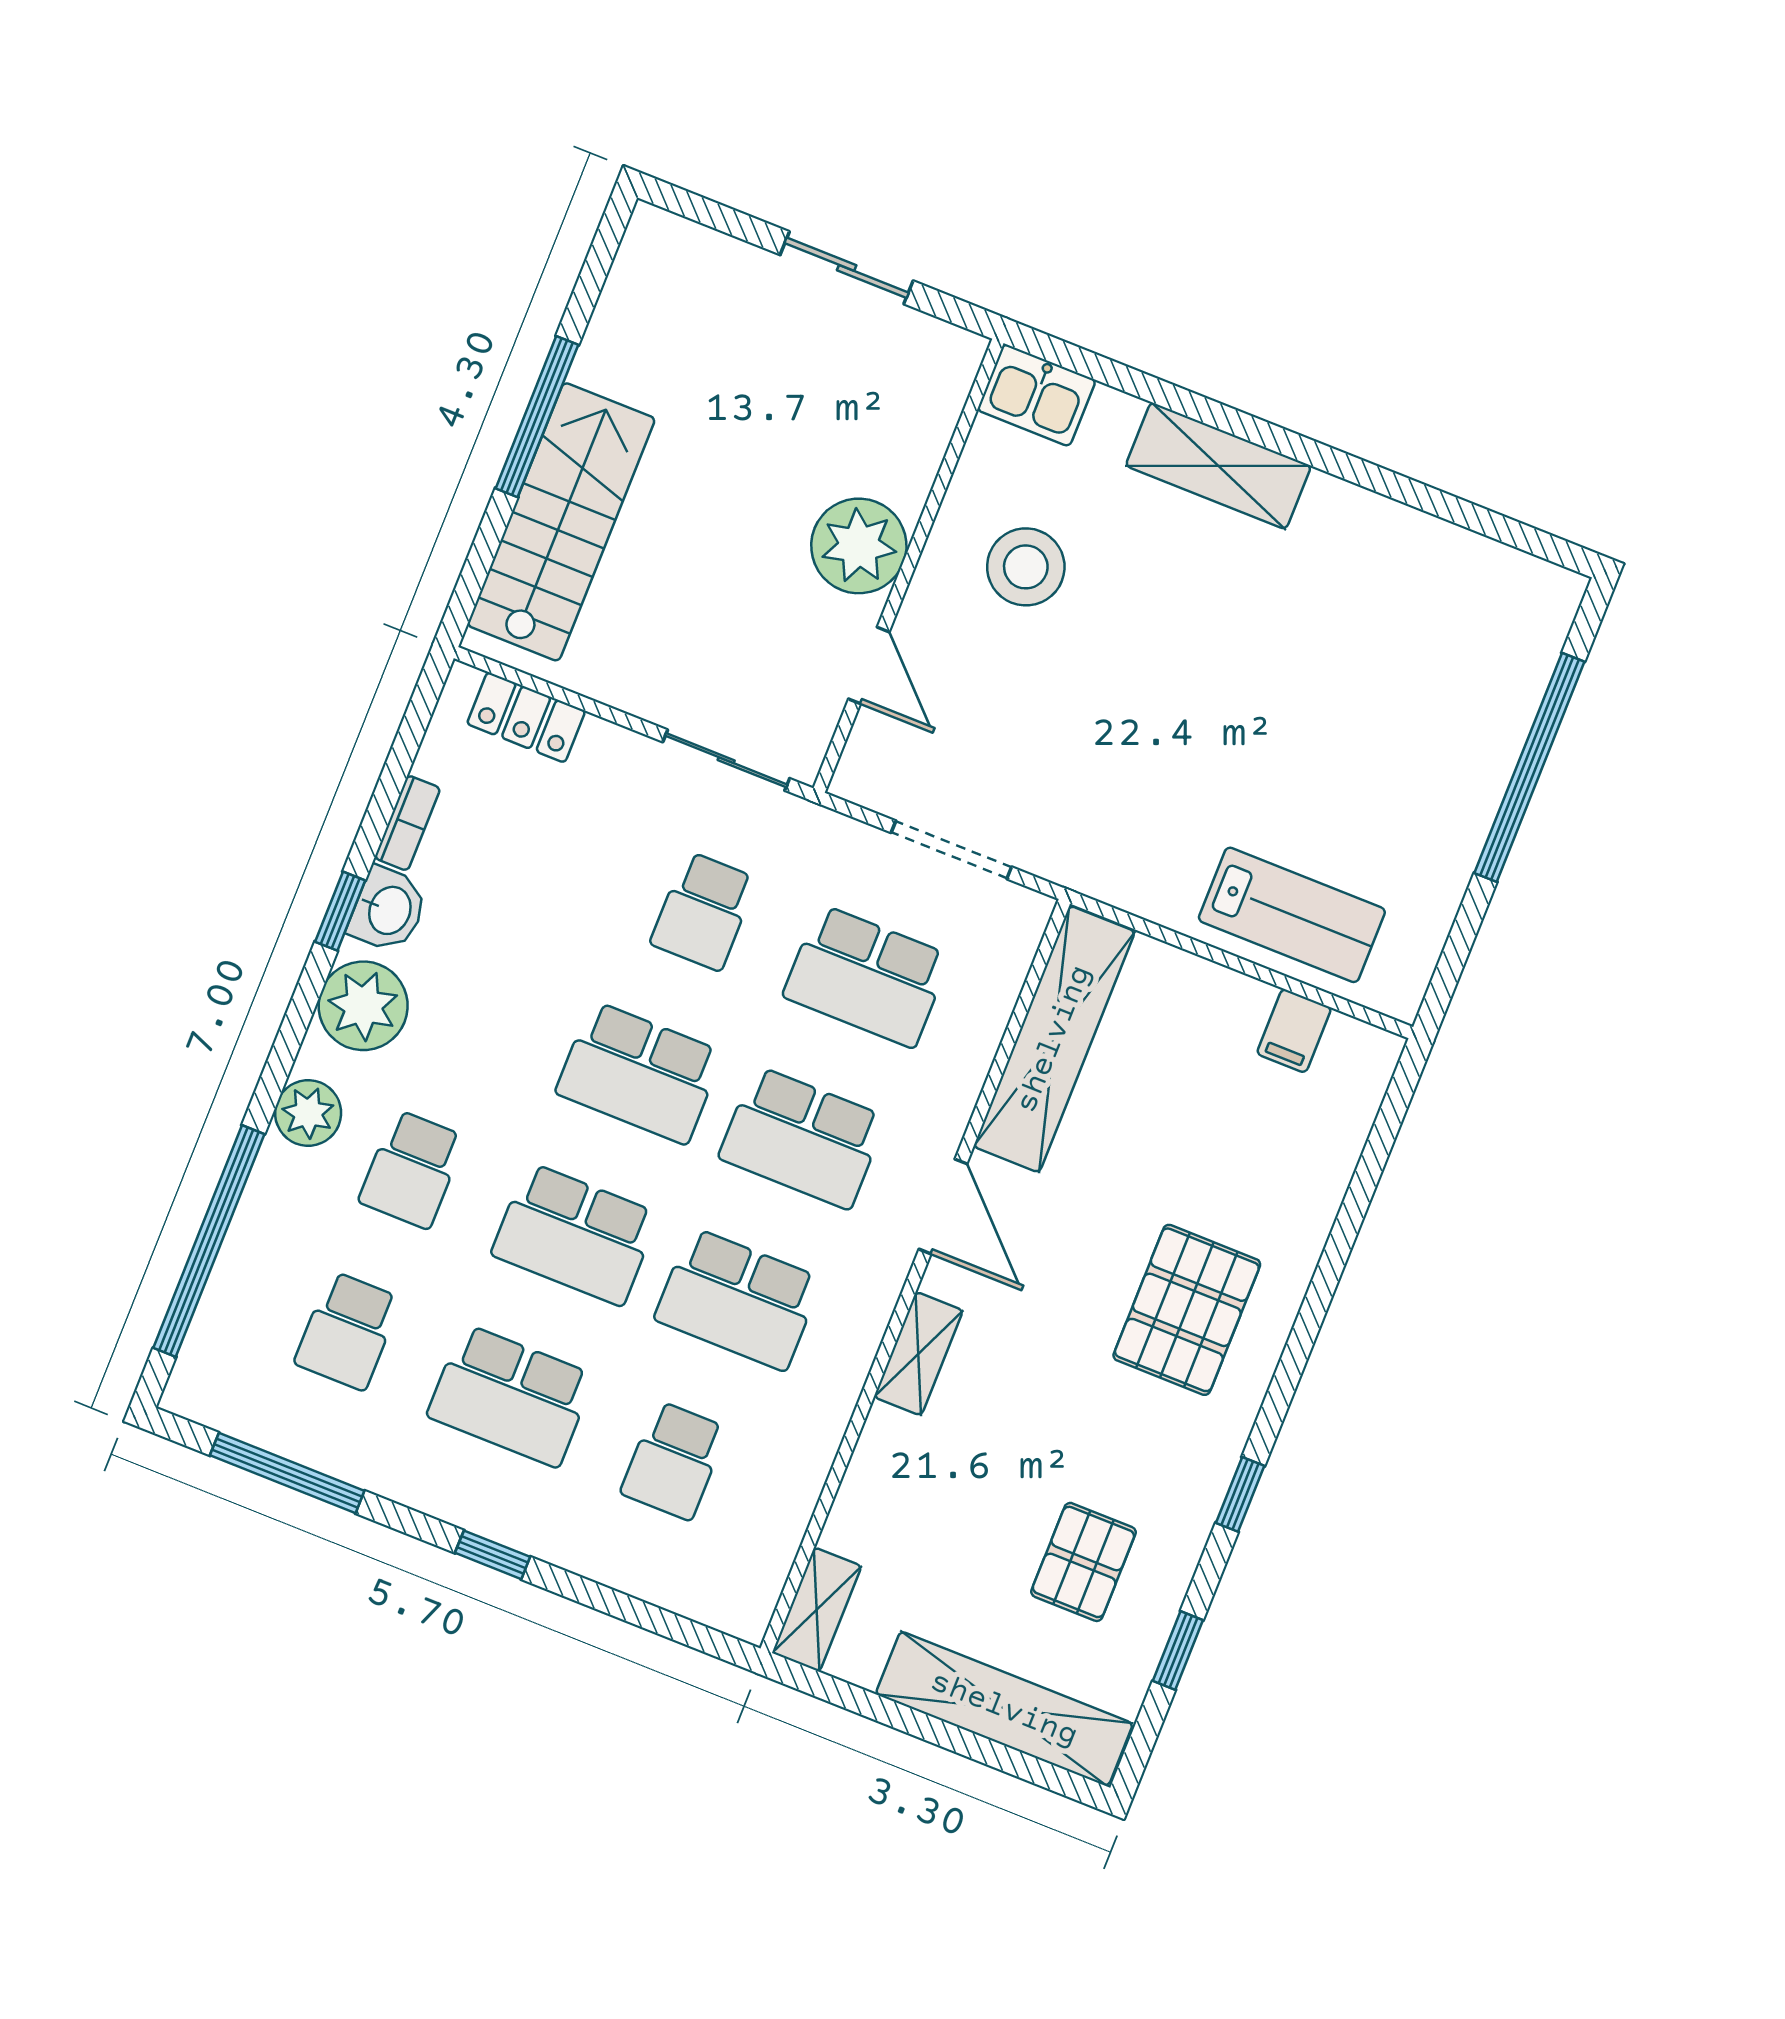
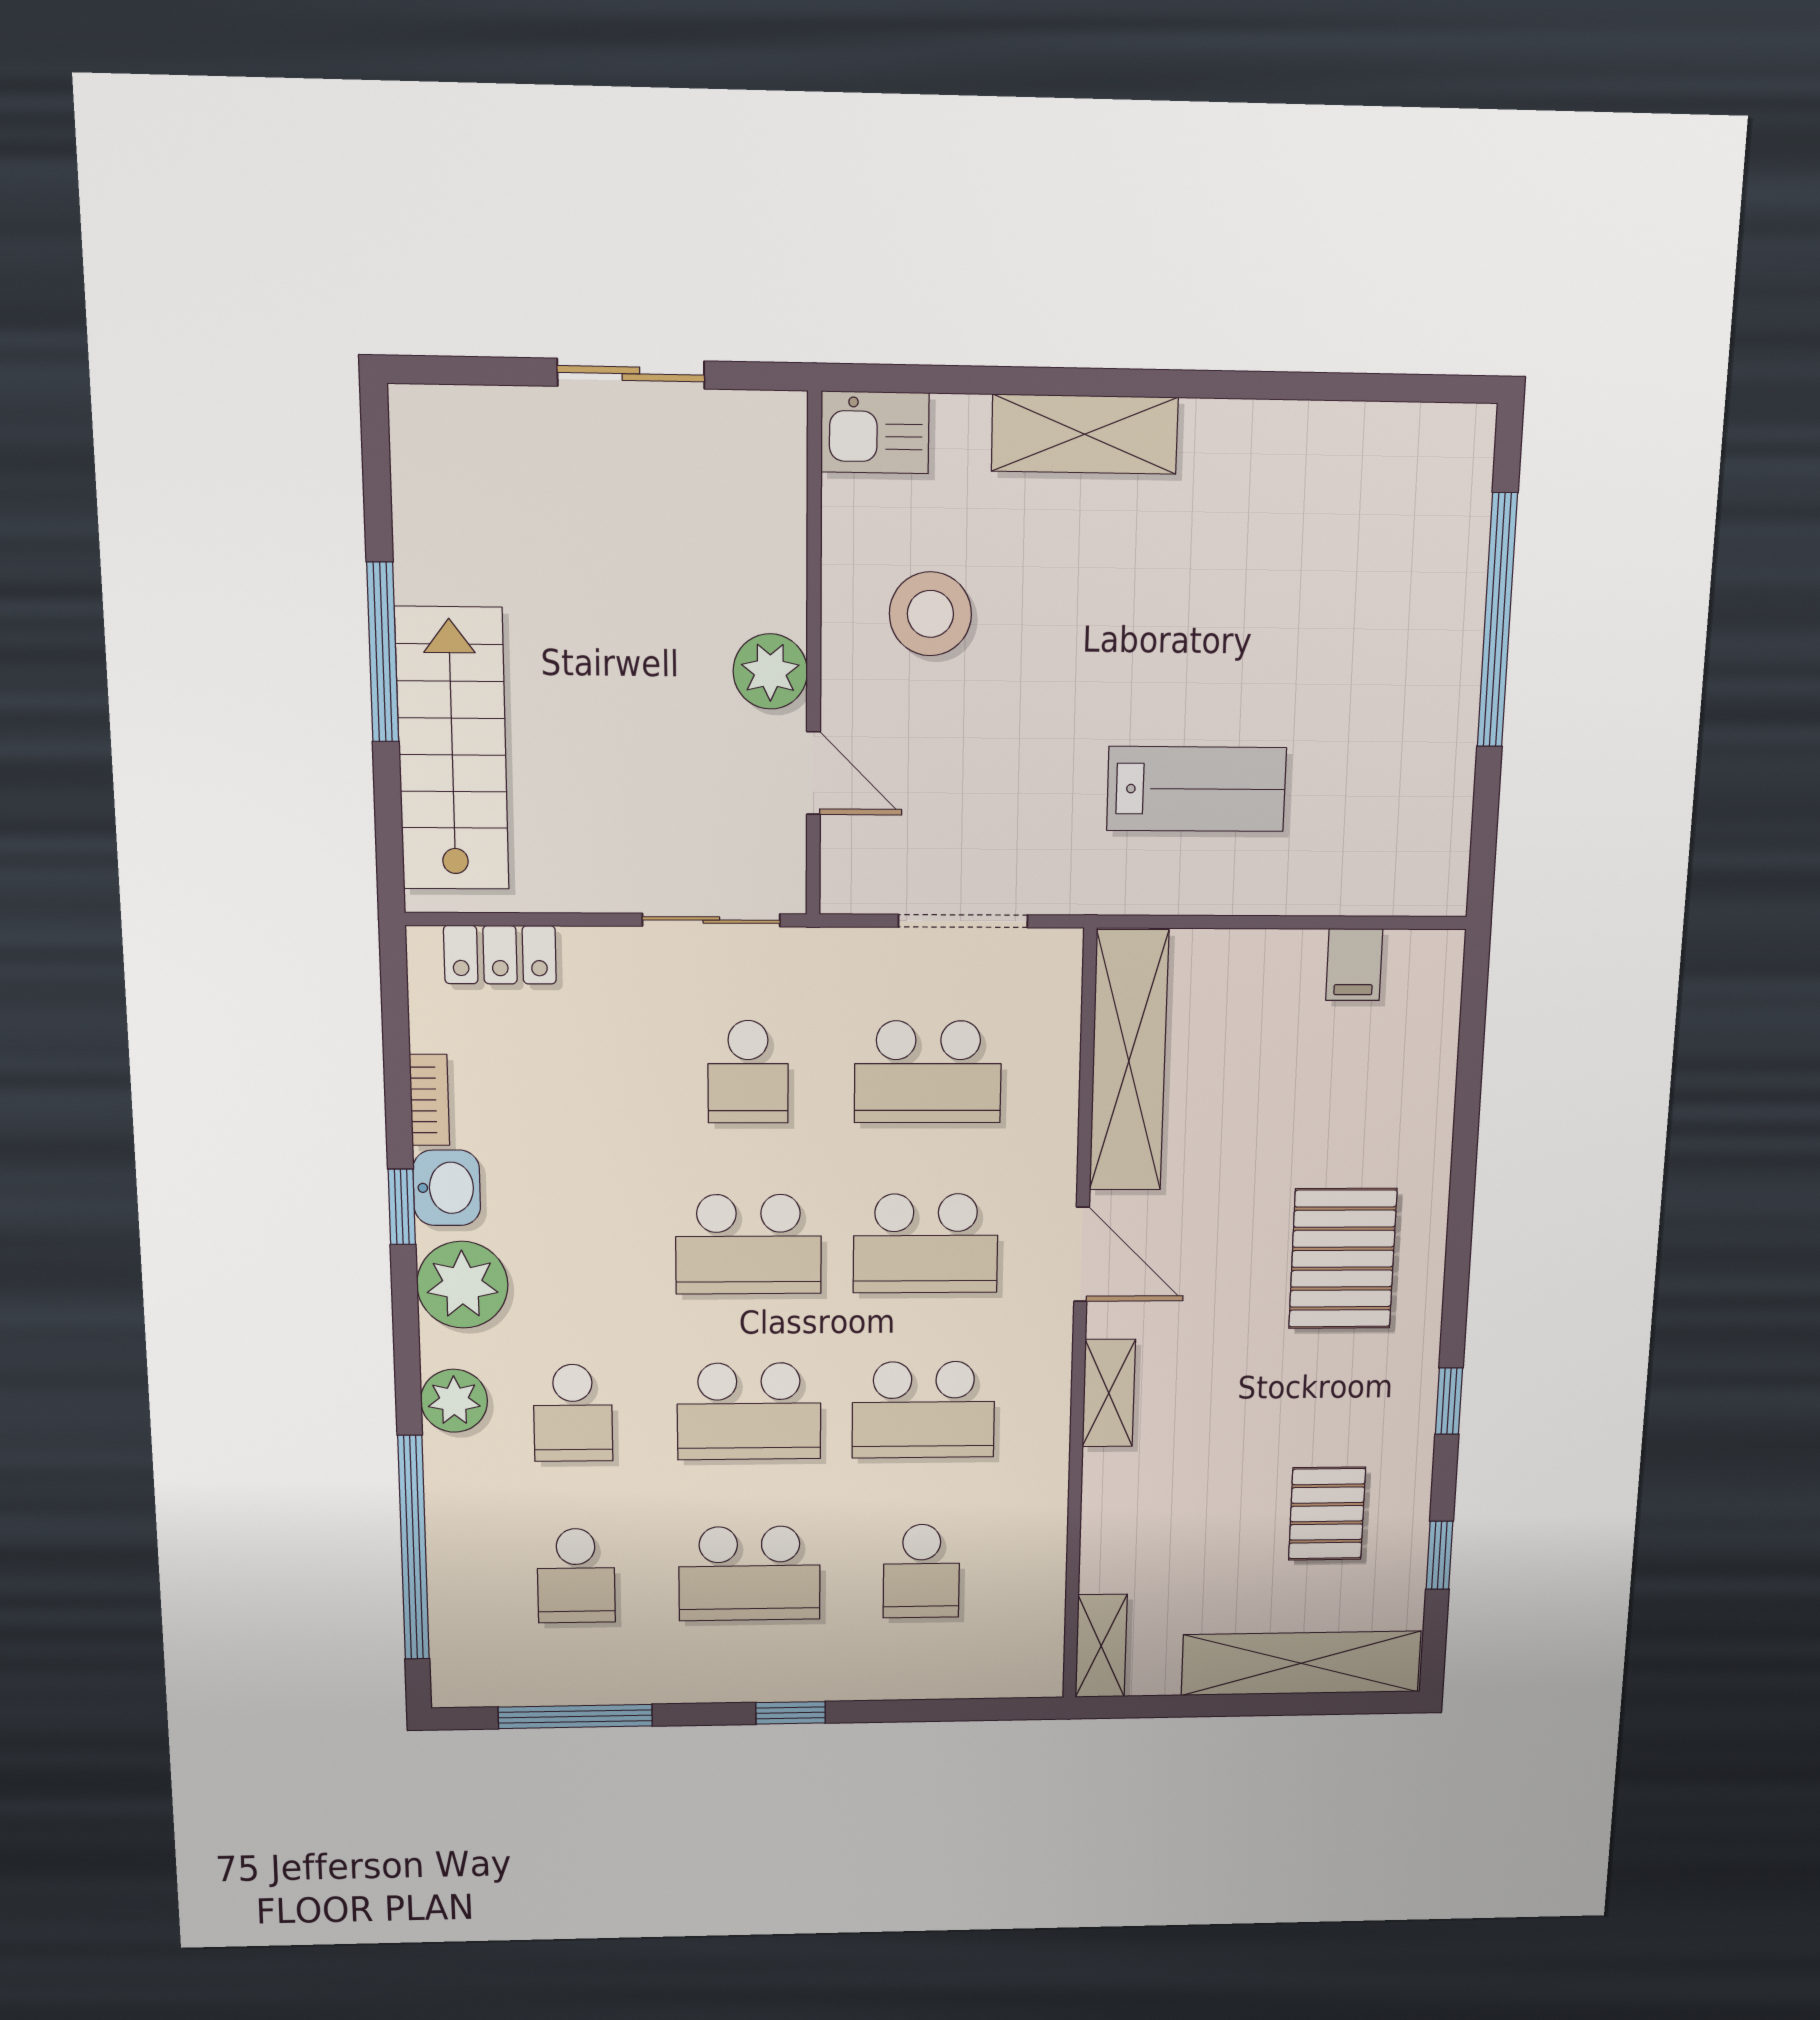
plant: (859, 546) -> (770, 671), width x0.73, depth x0.73
lab bench: (1292, 915) -> (1196, 789), moved

